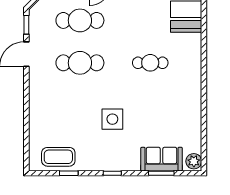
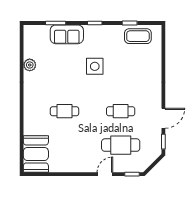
cafe table: (80, 63) -> (121, 111), width x0.73, depth x0.74
sofa: (162, 159) -> (67, 34), moved
plant: (194, 161) -> (30, 65), moved

